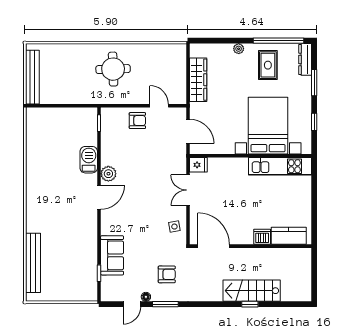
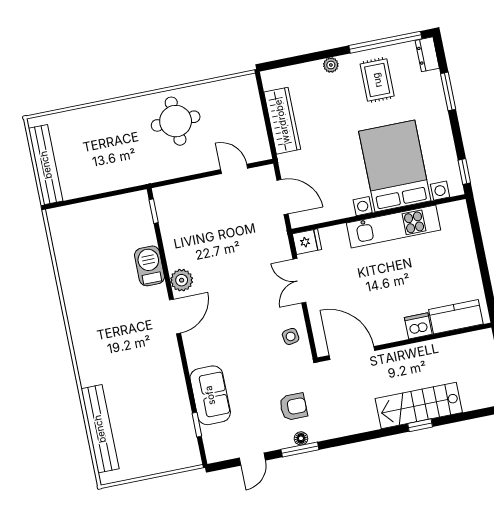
dresser: (305, 59) -> (427, 54), width x0.70
round table: (113, 69) -> (176, 121), moved
armchair: (137, 121) -> (208, 196), removed
window: (314, 122) -> (464, 172), moved
kitchen unit: (280, 166) -> (393, 226), moved
floor lamp: (146, 297) -> (301, 438), moved

